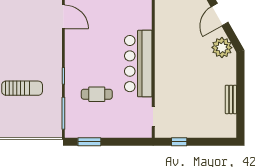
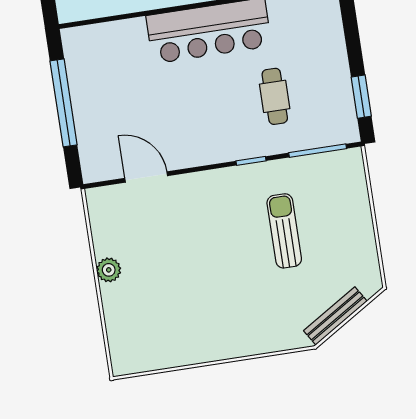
door: (63, 17) -> (146, 177), hinge flipped

